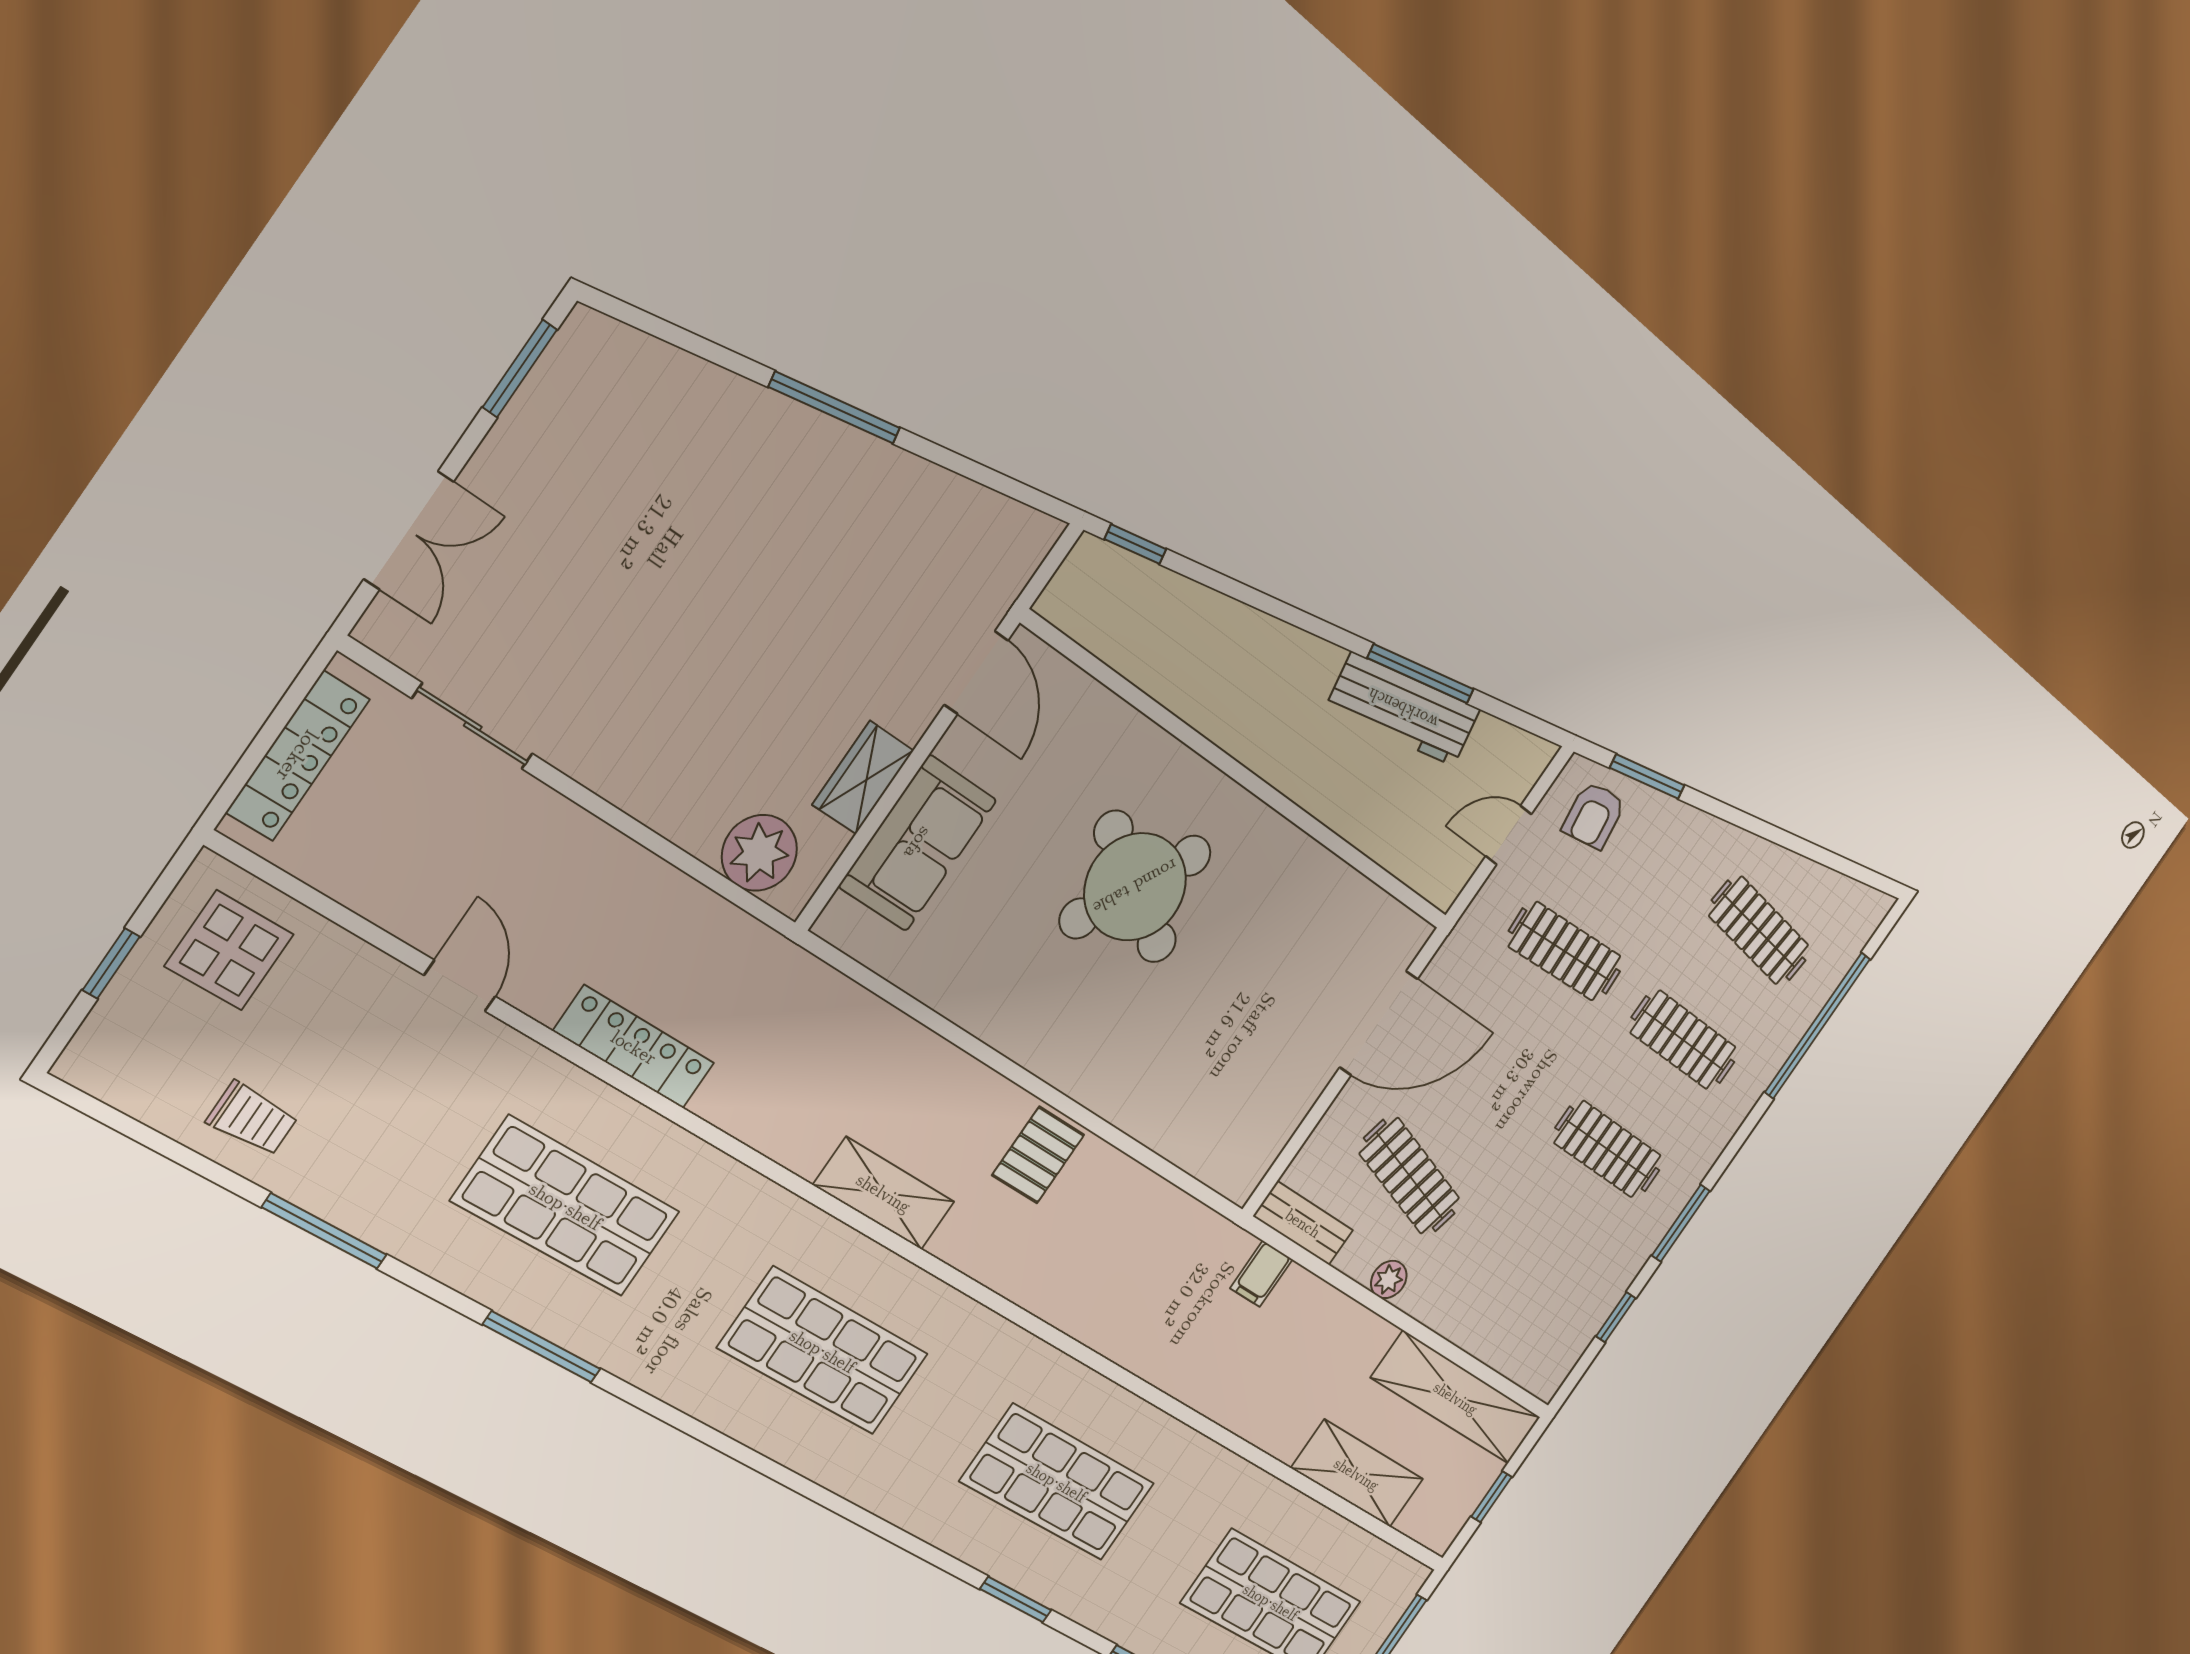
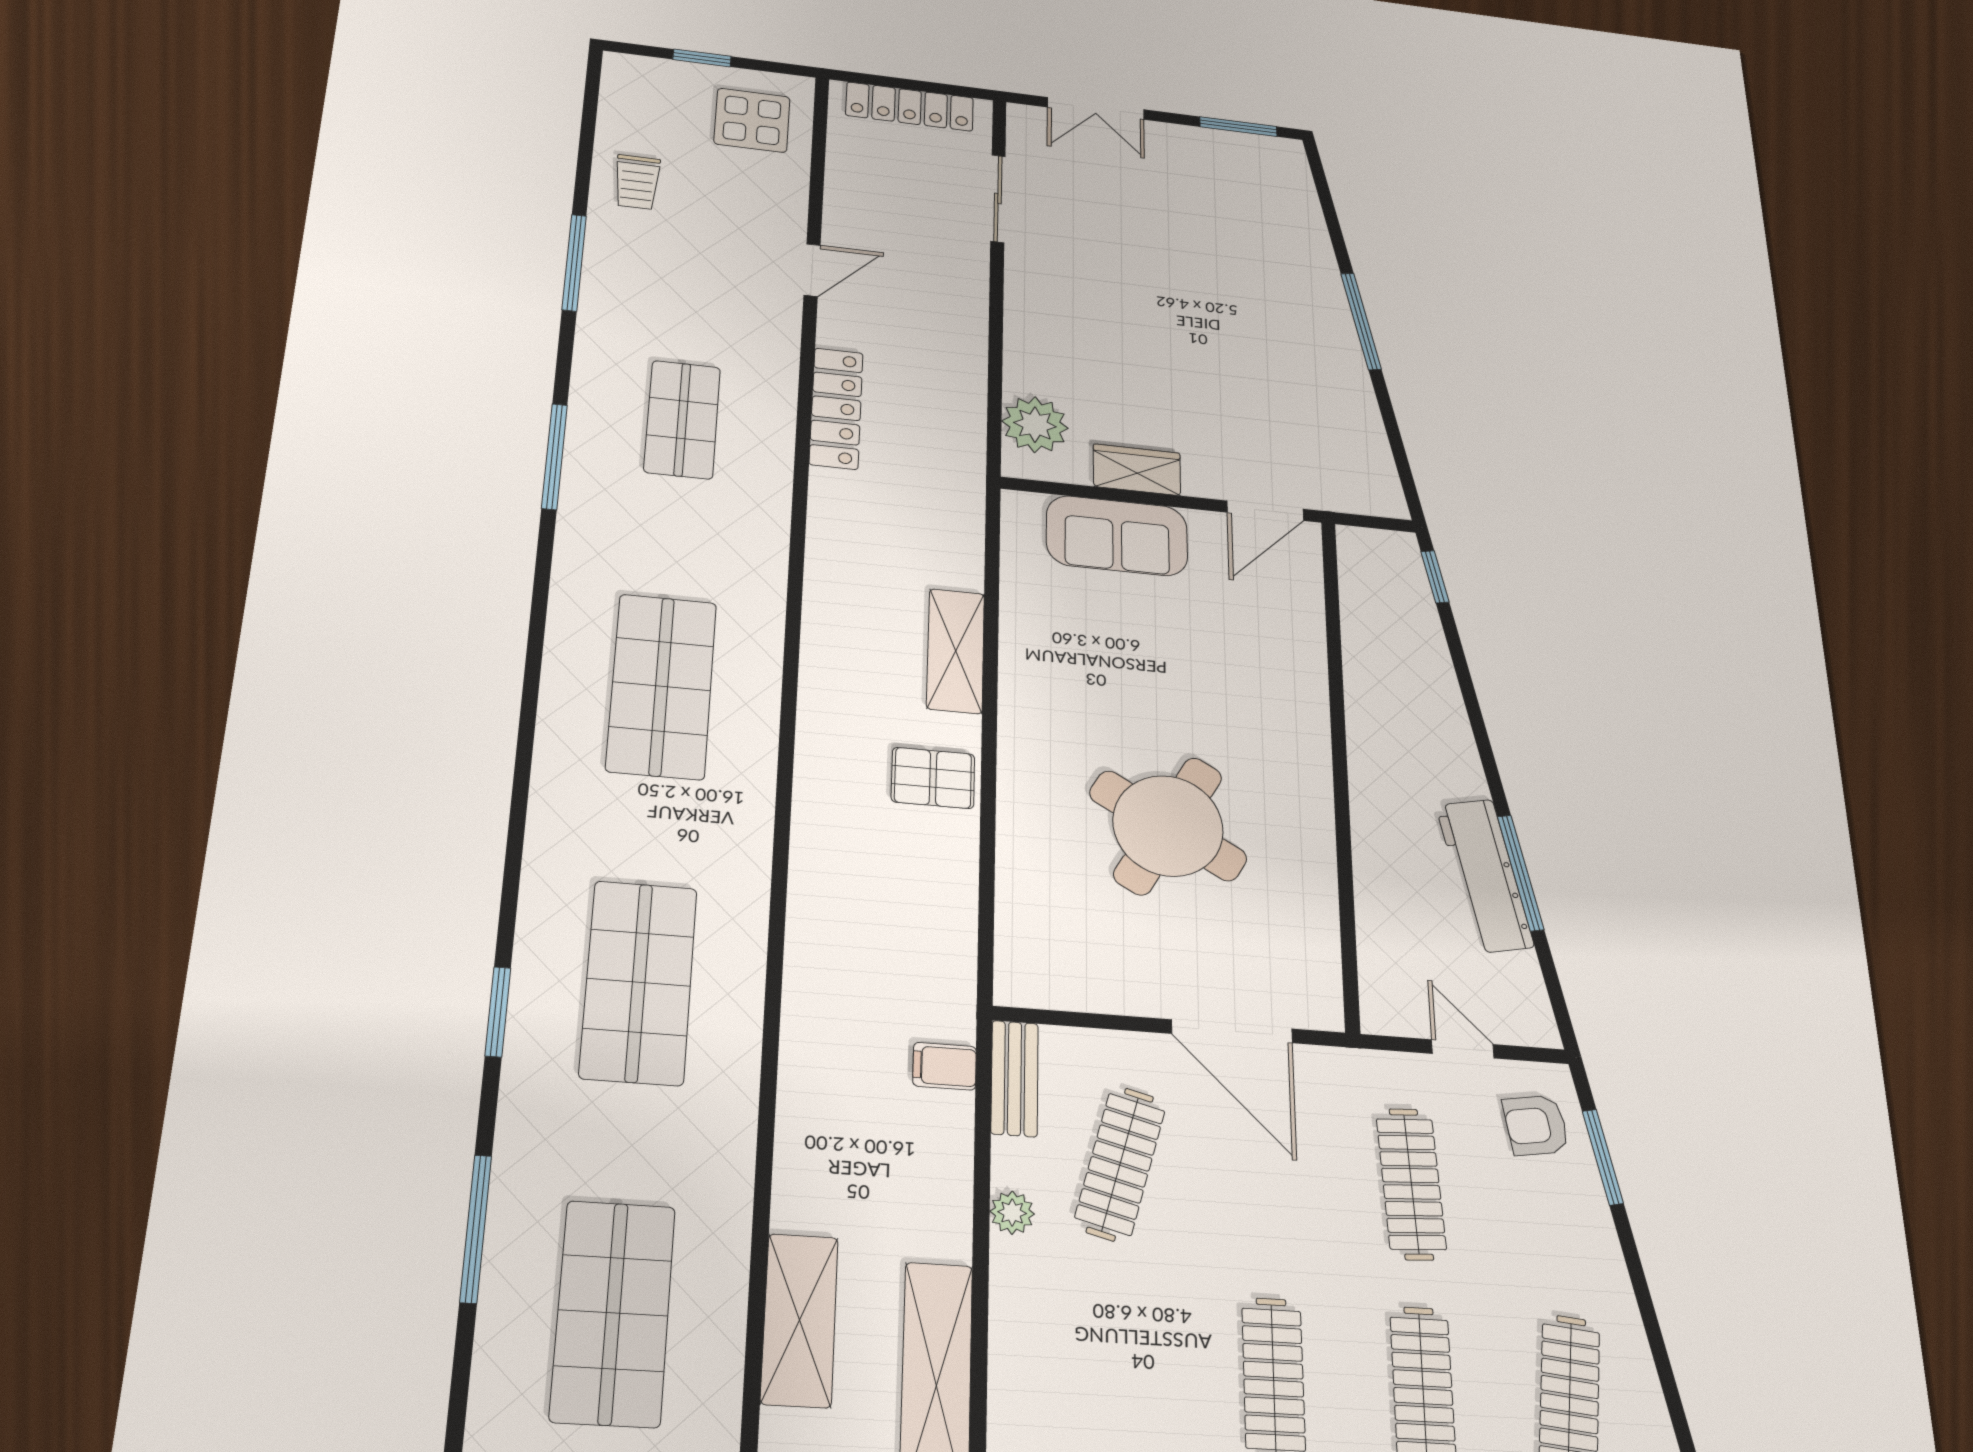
round table: (1135, 887) -> (1168, 826), moved
shelving: (884, 1193) -> (956, 651), moved
shop shelf: (566, 1206) -> (682, 419), width x0.70, depth x0.74

